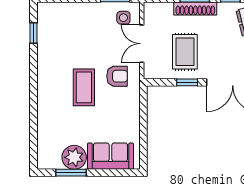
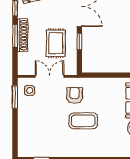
double door: (142, 44) -> (50, 76), swing flipped
rug: (185, 52) -> (56, 43), turned 90

